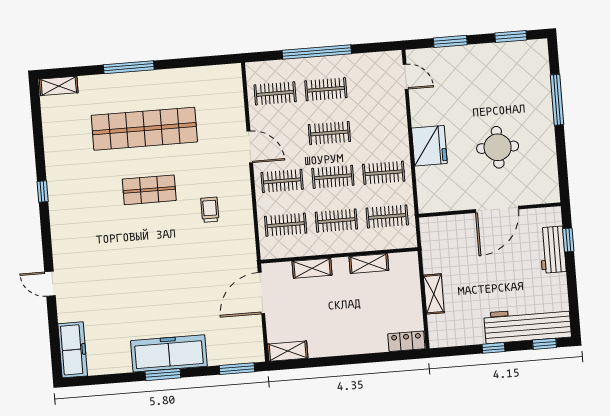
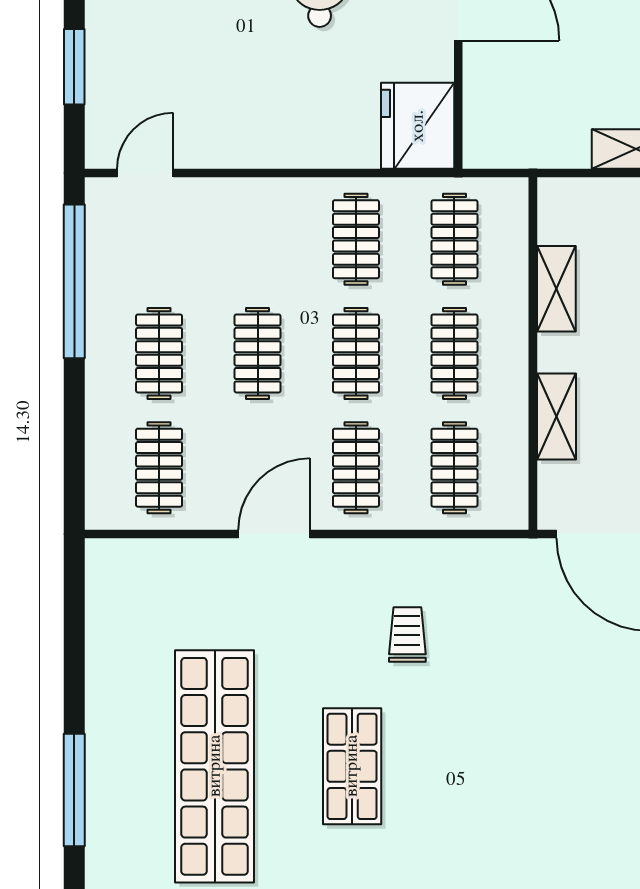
window: (317, 52) -> (74, 281), moved
fridge: (429, 146) -> (418, 126), moved, turned -90
trolley: (210, 210) -> (407, 634), turned 90

